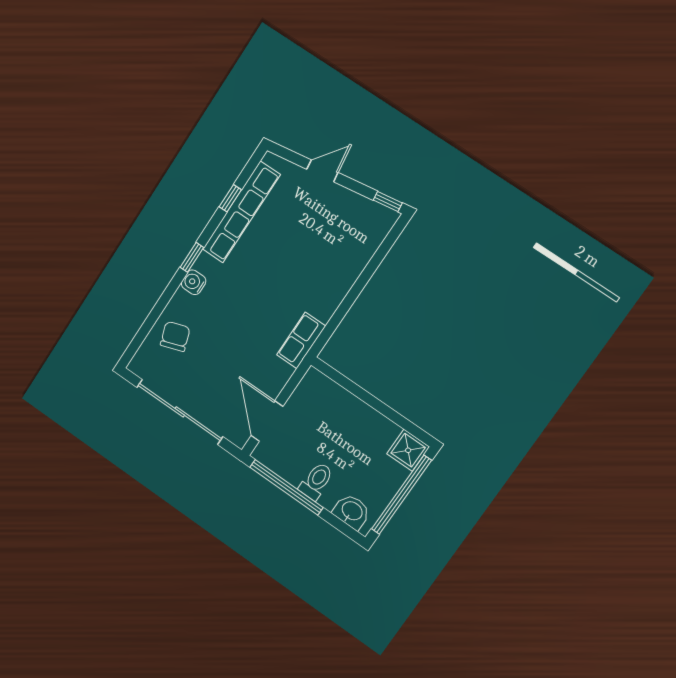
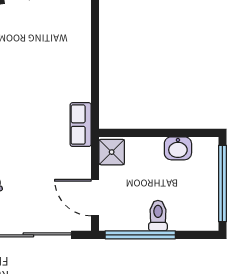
shower: (408, 450) -> (112, 152), moved
washbasin: (352, 511) -> (178, 148), moved, turned 180

